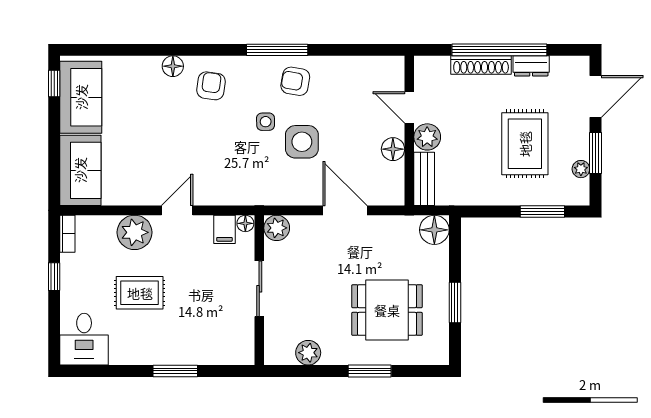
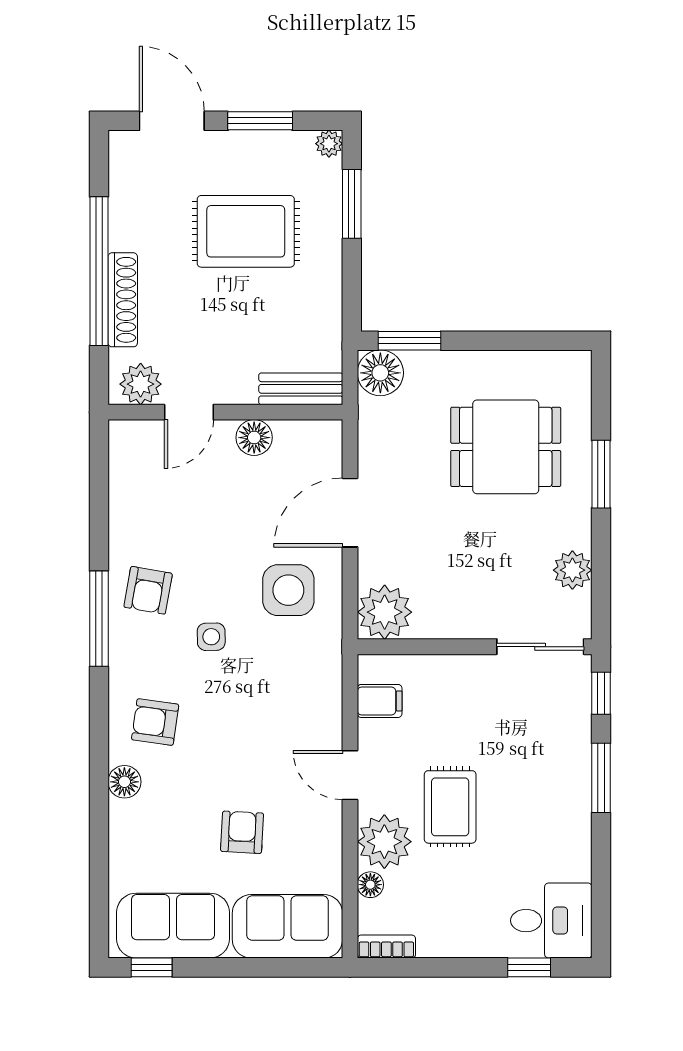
dresser: (531, 66) -> (124, 221), removed
plant: (427, 137) -> (141, 384), moved
armchair: (141, 141) -> (242, 832), added
side table: (302, 142) -> (288, 590), moved
plant: (581, 169) -> (329, 144), moved
floor lamp: (245, 223) -> (370, 885), moved
plant: (277, 228) -> (385, 612), width x1.36, depth x1.36
window: (54, 277) -> (529, 967), moved
sliding door: (259, 289) -> (540, 647), moved
rug: (140, 293) -> (450, 807), moved
window: (455, 302) -> (409, 341), moved
dining table: (387, 310) -> (506, 447), turned 90
window: (229, 371) -> (601, 693), added

